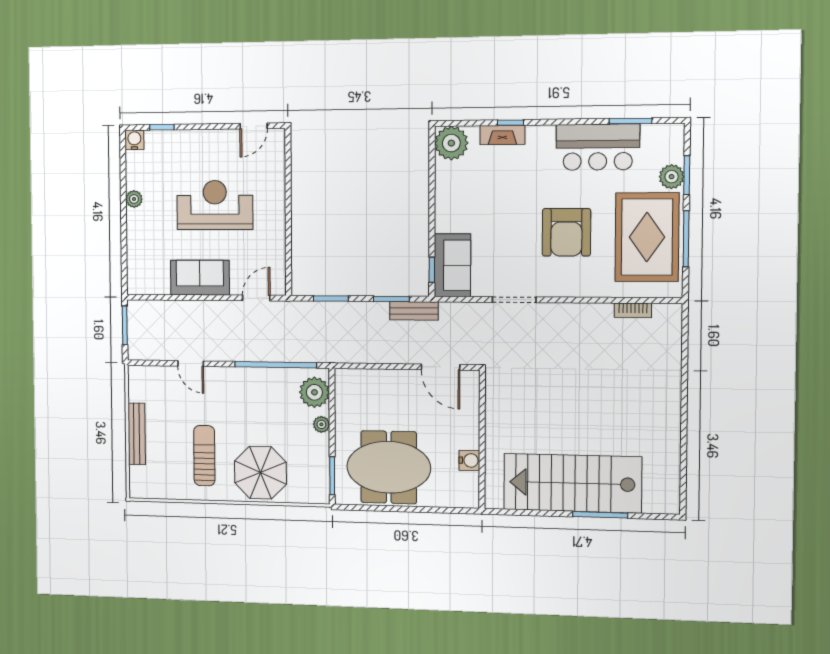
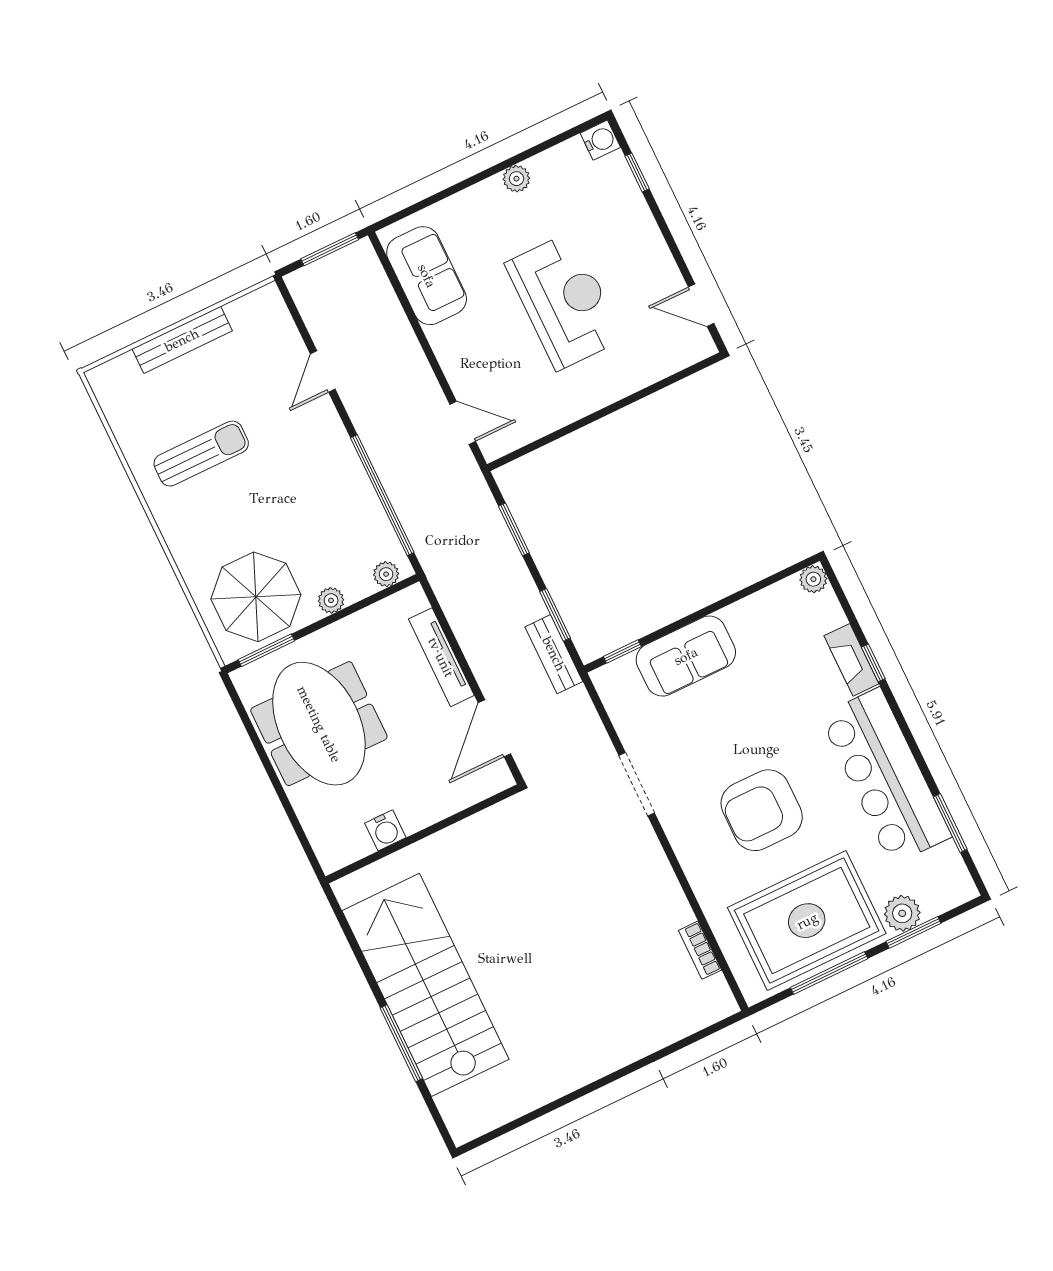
plant: (451, 143) -> (813, 579), width x0.53, depth x0.53
bar counter: (598, 147) -> (886, 776), width x1.36
sofa: (452, 265) -> (686, 656), moved
sofa: (200, 278) -> (427, 276), moved
tv unit: (384, 377) -> (441, 657), added
plant: (314, 392) -> (386, 574), width x0.53, depth x0.53
parasol: (260, 473) -> (256, 597), moved

